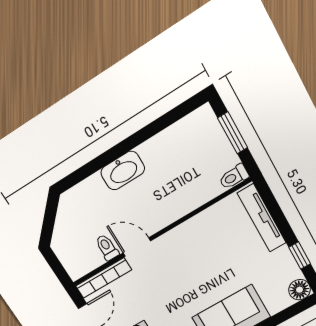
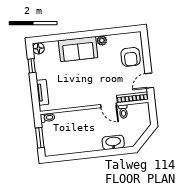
washbasin: (123, 171) -> (113, 142), moved
tv unit: (262, 218) -> (43, 92), width x0.71

